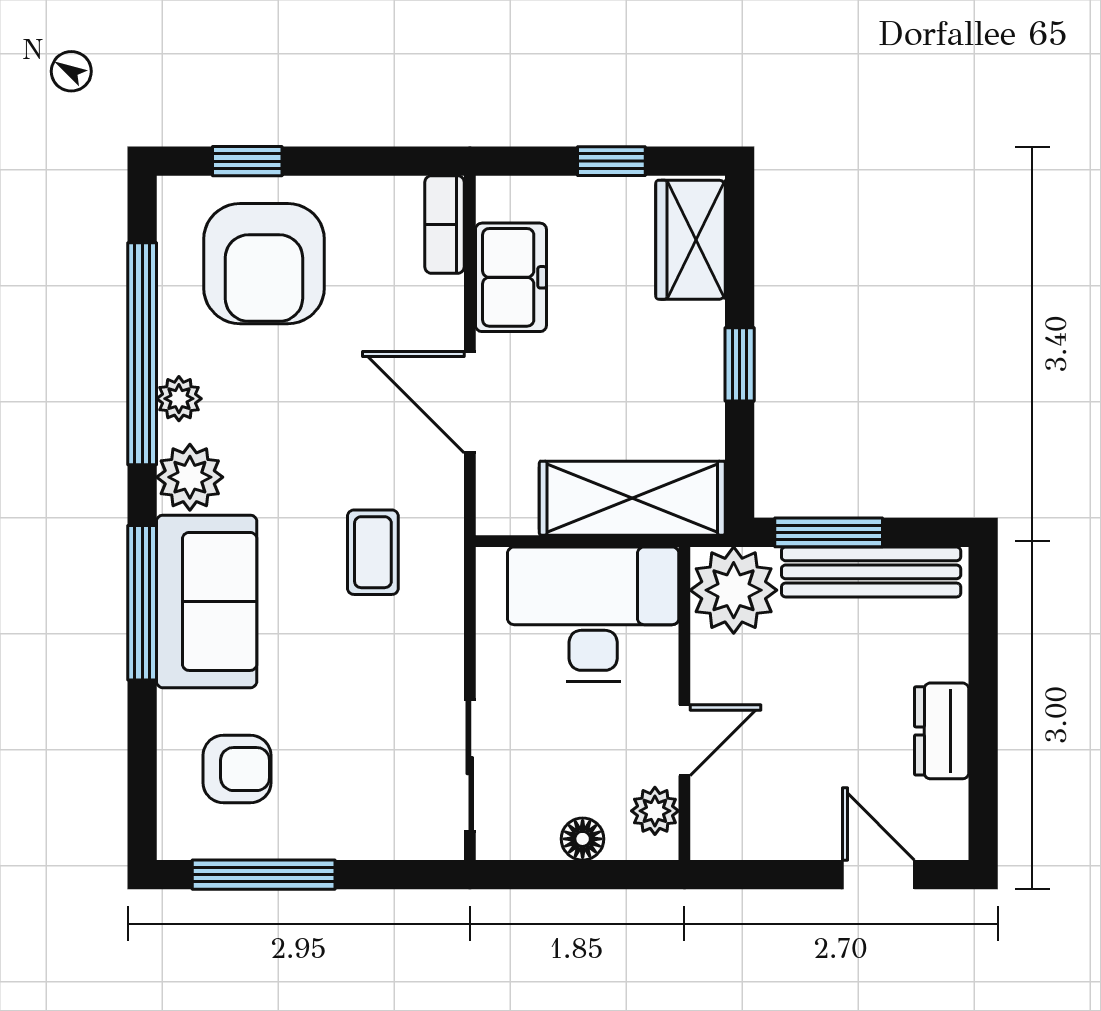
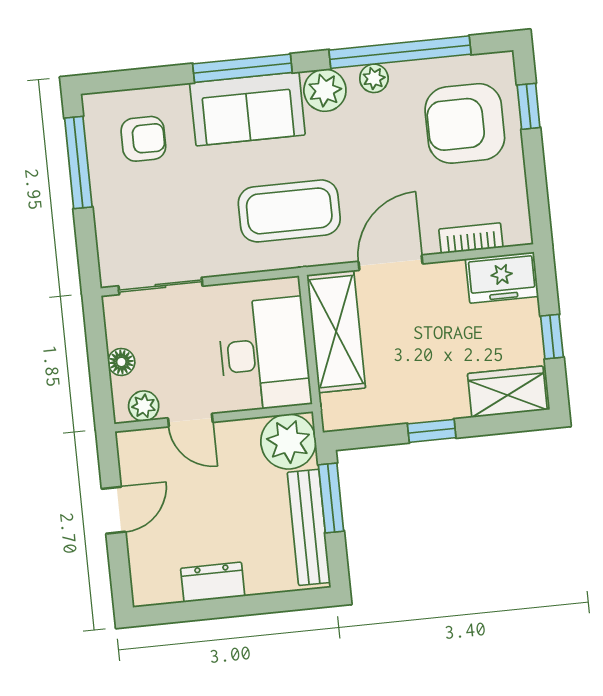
bookcase: (445, 224) -> (471, 238), moved
freezer: (511, 277) -> (502, 278), moved
shelving: (632, 498) -> (336, 332), moved
coffee table: (373, 552) -> (289, 211), width x1.86, depth x1.72
armchair: (237, 769) -> (143, 139), turned -90
door: (878, 875) -> (114, 510), moved

